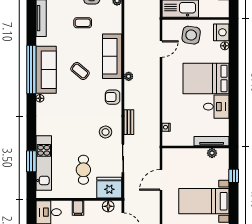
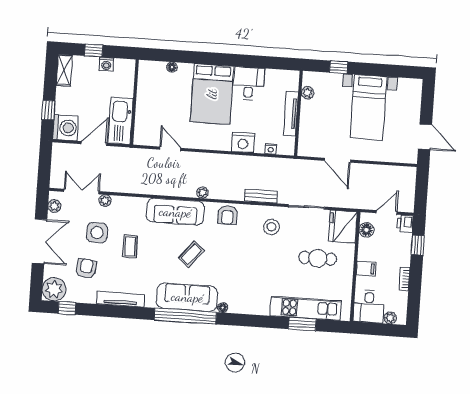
nightstand: (221, 32) -> (243, 142), moved, turned 180
side table: (191, 35) -> (155, 109), removed
tv unit: (212, 141) -> (291, 114), moved

